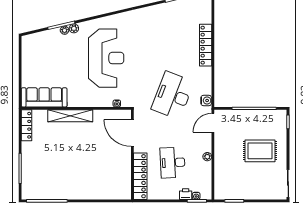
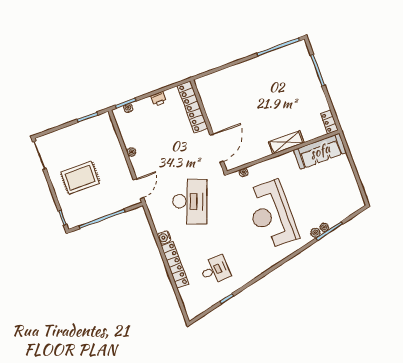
water cooler: (206, 100) -> (164, 237), moved
shelving: (70, 116) -> (286, 142), width x0.68
locker: (27, 125) -> (329, 122), width x0.66
door: (132, 133) -> (217, 148), hinge flipped
desk: (173, 163) -> (215, 270), moved, width x0.73
printer: (186, 194) -> (159, 99), moved

